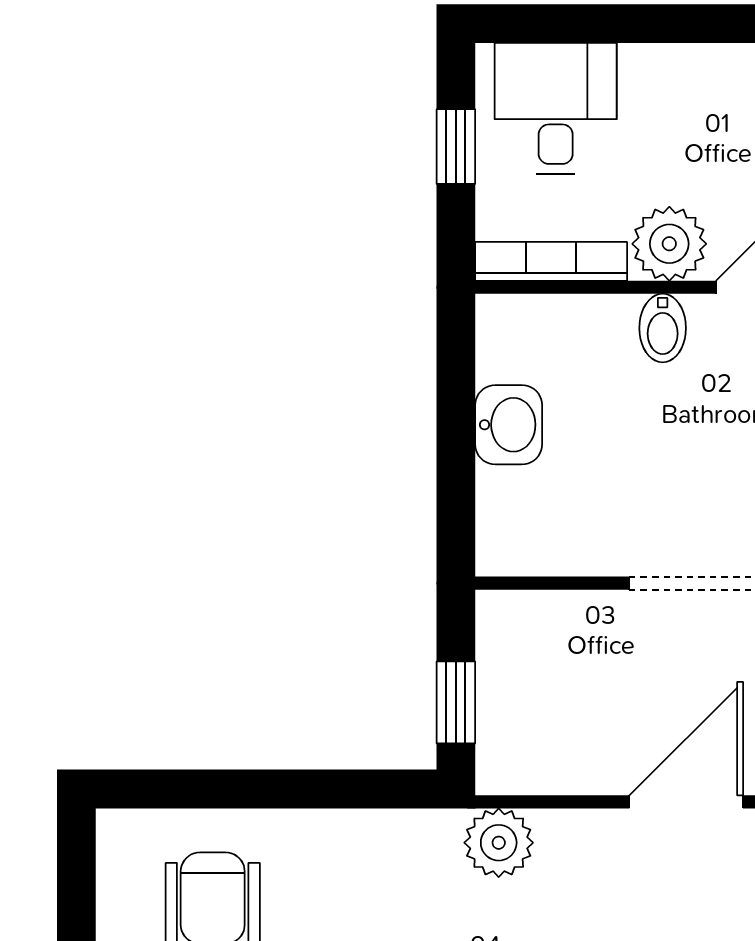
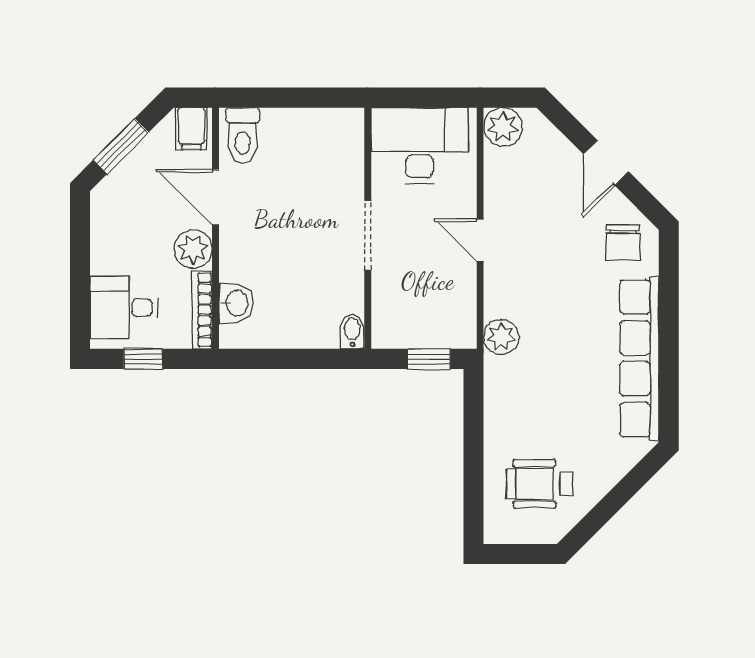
bidet: (663, 328) -> (352, 331), moved, turned -90
washbasin: (509, 425) -> (236, 303), moved, turned 90
door: (686, 802) -> (480, 240), width x0.73

